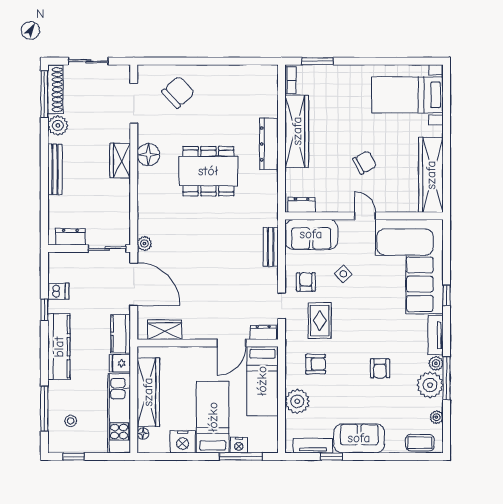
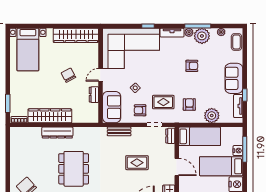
dresser: (302, 205) -> (94, 95), moved
rug: (219, 277) -> (137, 163), added
door: (231, 343) -> (177, 167), moved

